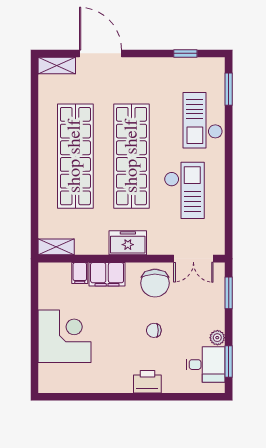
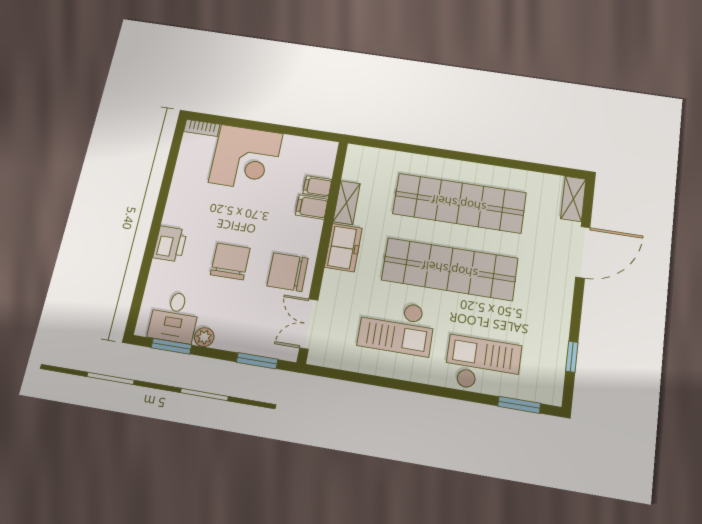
shelving: (56, 247) -> (347, 203), moved
filing cabinet: (107, 274) -> (312, 207), width x0.50
chair: (154, 330) -> (230, 261), width x1.87, depth x1.87
bookcase: (44, 379) -> (202, 128), added

